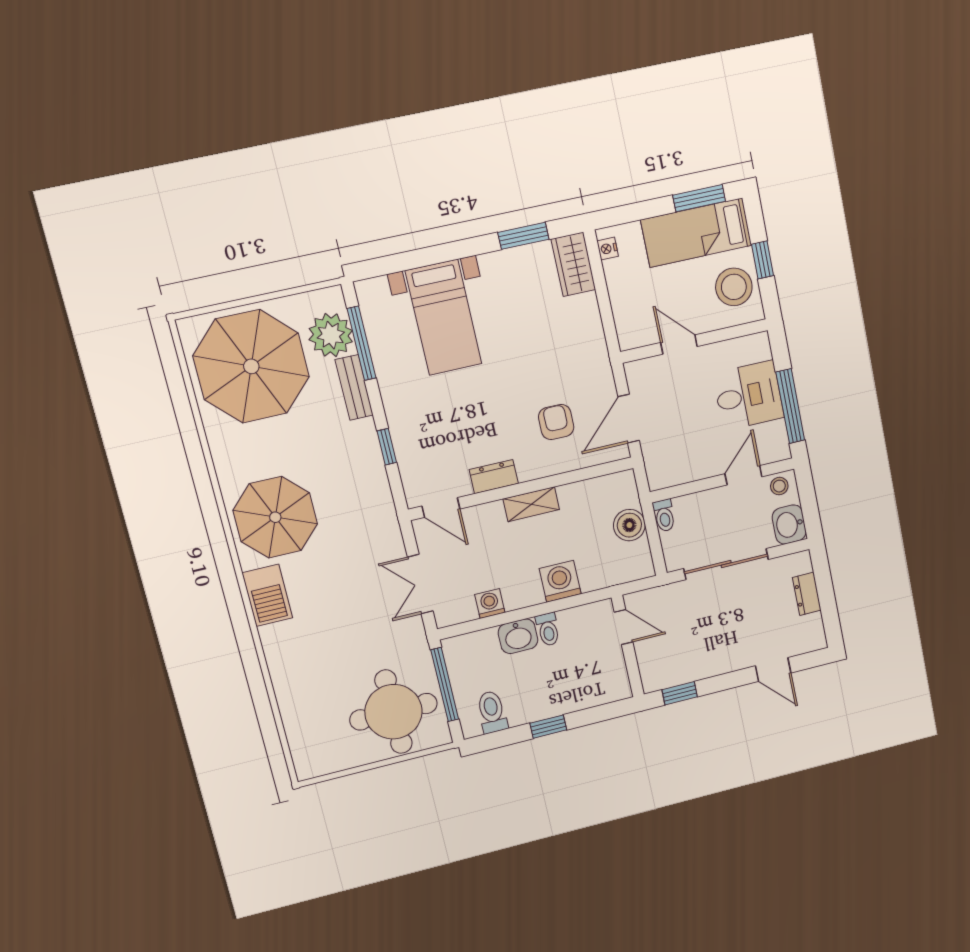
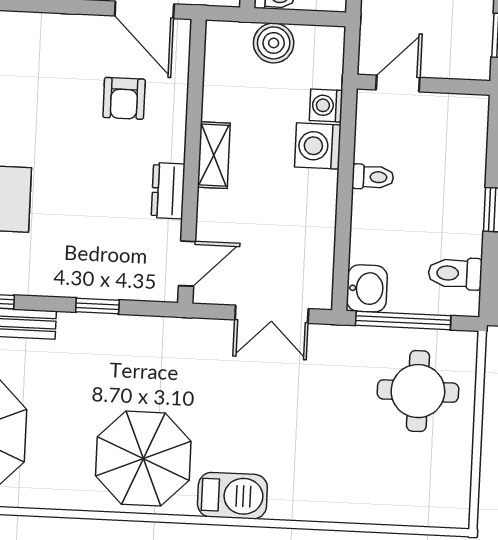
armchair: (556, 422) -> (124, 98), turned -90
washing machine: (490, 603) -> (326, 105), moved
washbasin: (518, 636) -> (367, 288), moved
round table: (393, 712) -> (418, 391), width x0.73, depth x0.73

